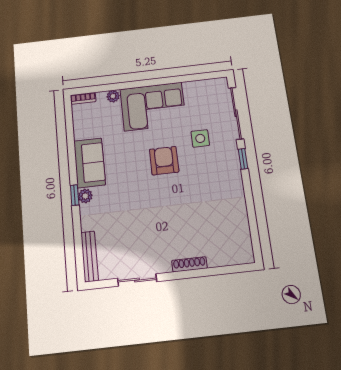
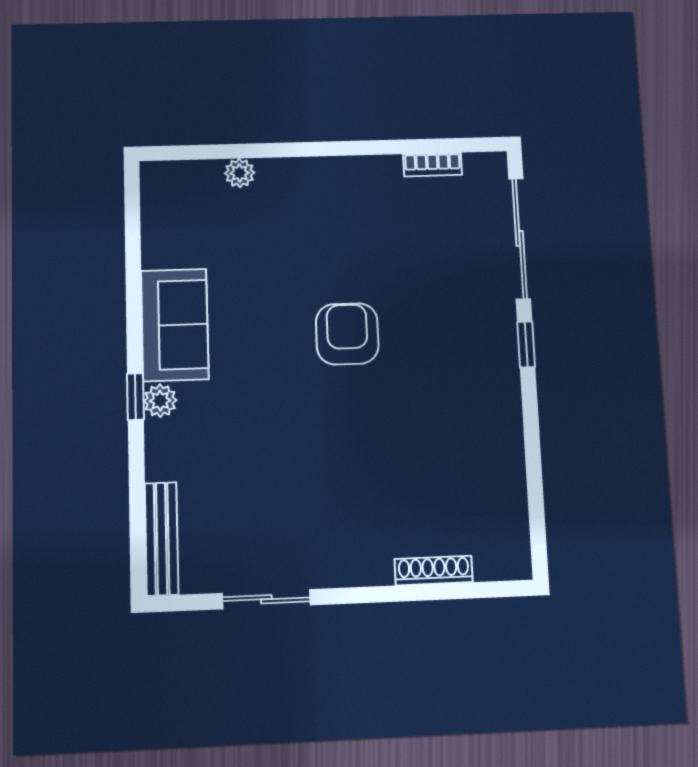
bookcase: (83, 98) -> (433, 165), moved
corner sofa: (153, 107) -> (331, 206), removed
side table: (200, 138) -> (434, 290), removed
shoe rack: (189, 264) -> (434, 571), moved

